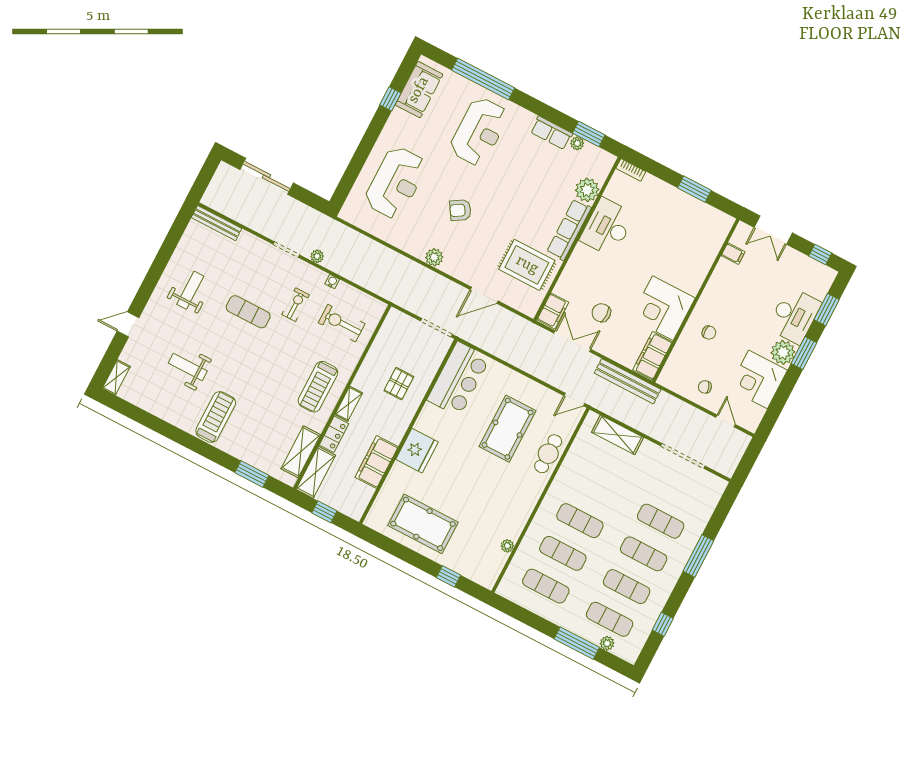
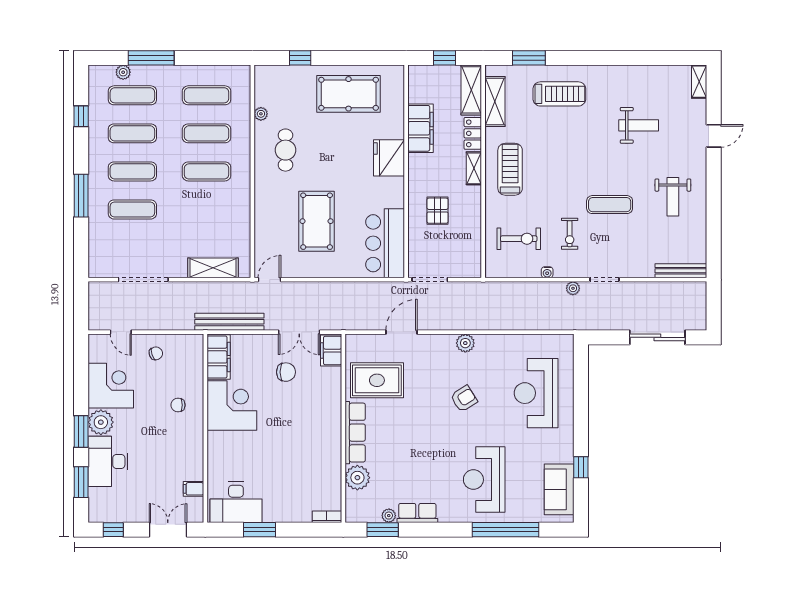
desk: (607, 227) -> (236, 502), moved, turned 90
treadmill: (216, 417) -> (559, 94), moved, turned -90
cafe table: (548, 454) -> (285, 150), moved

